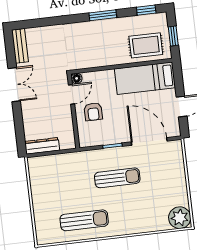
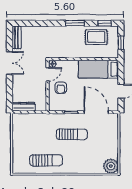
rug: (146, 45) -> (96, 37), moved

